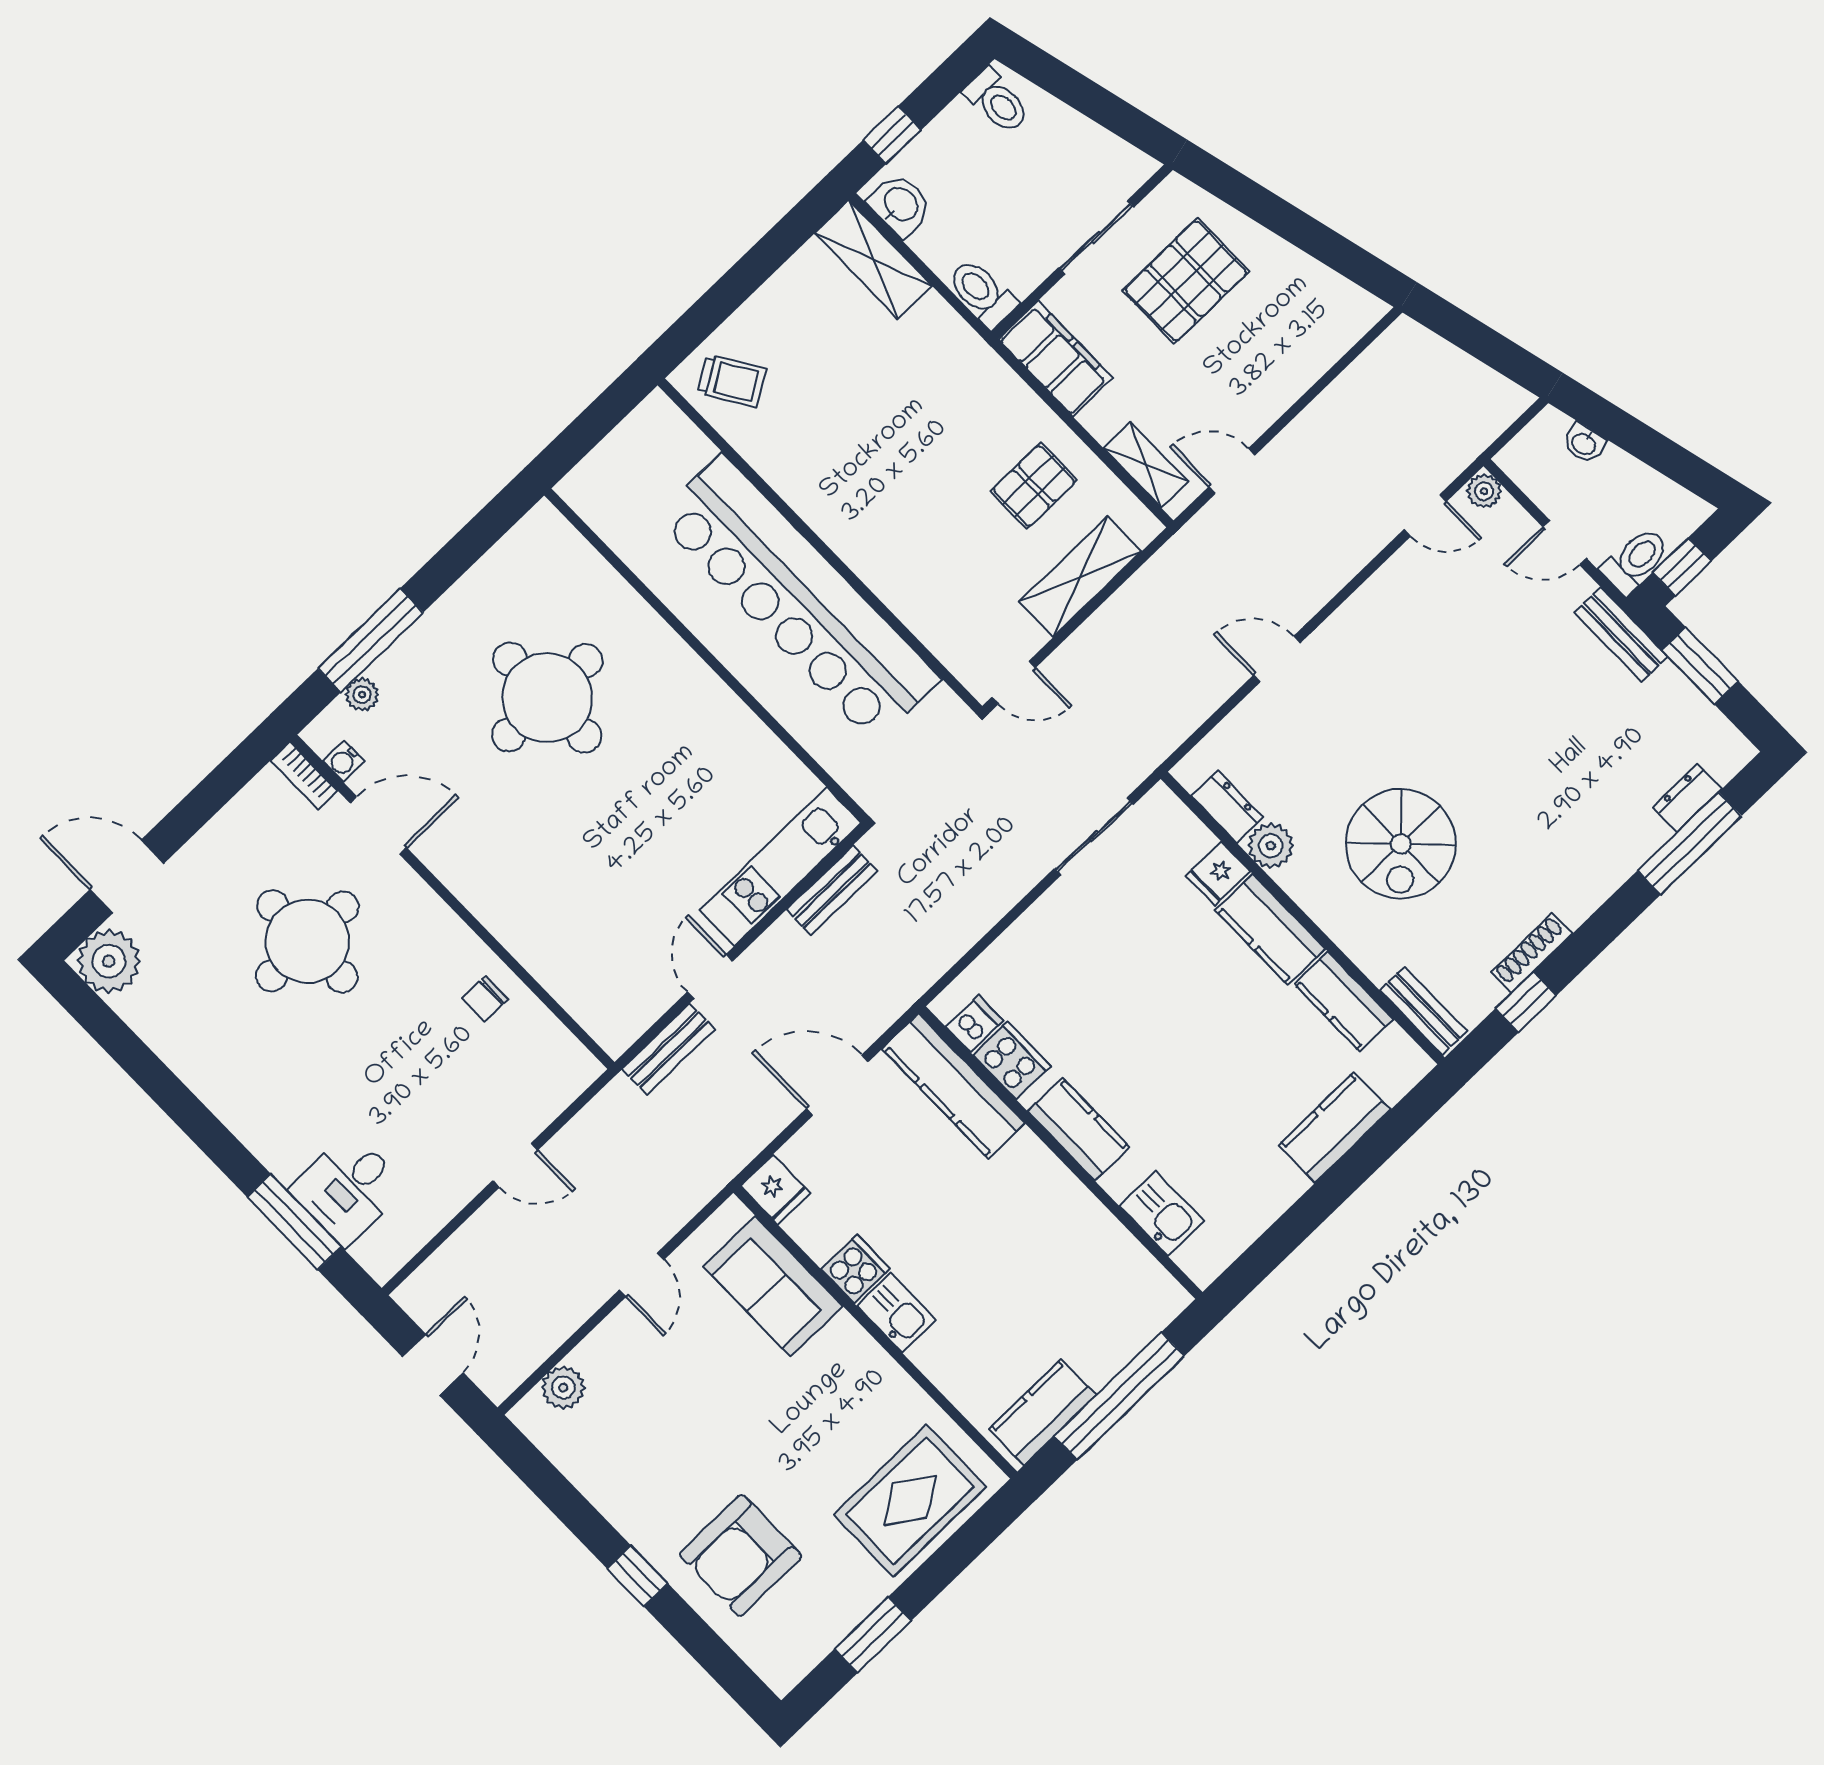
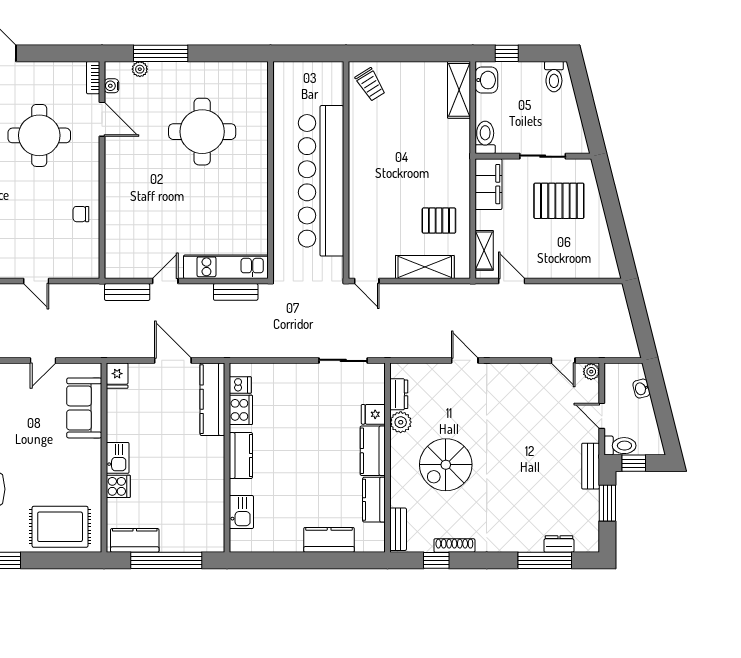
cooker: (856, 1269) -> (118, 486), moved

